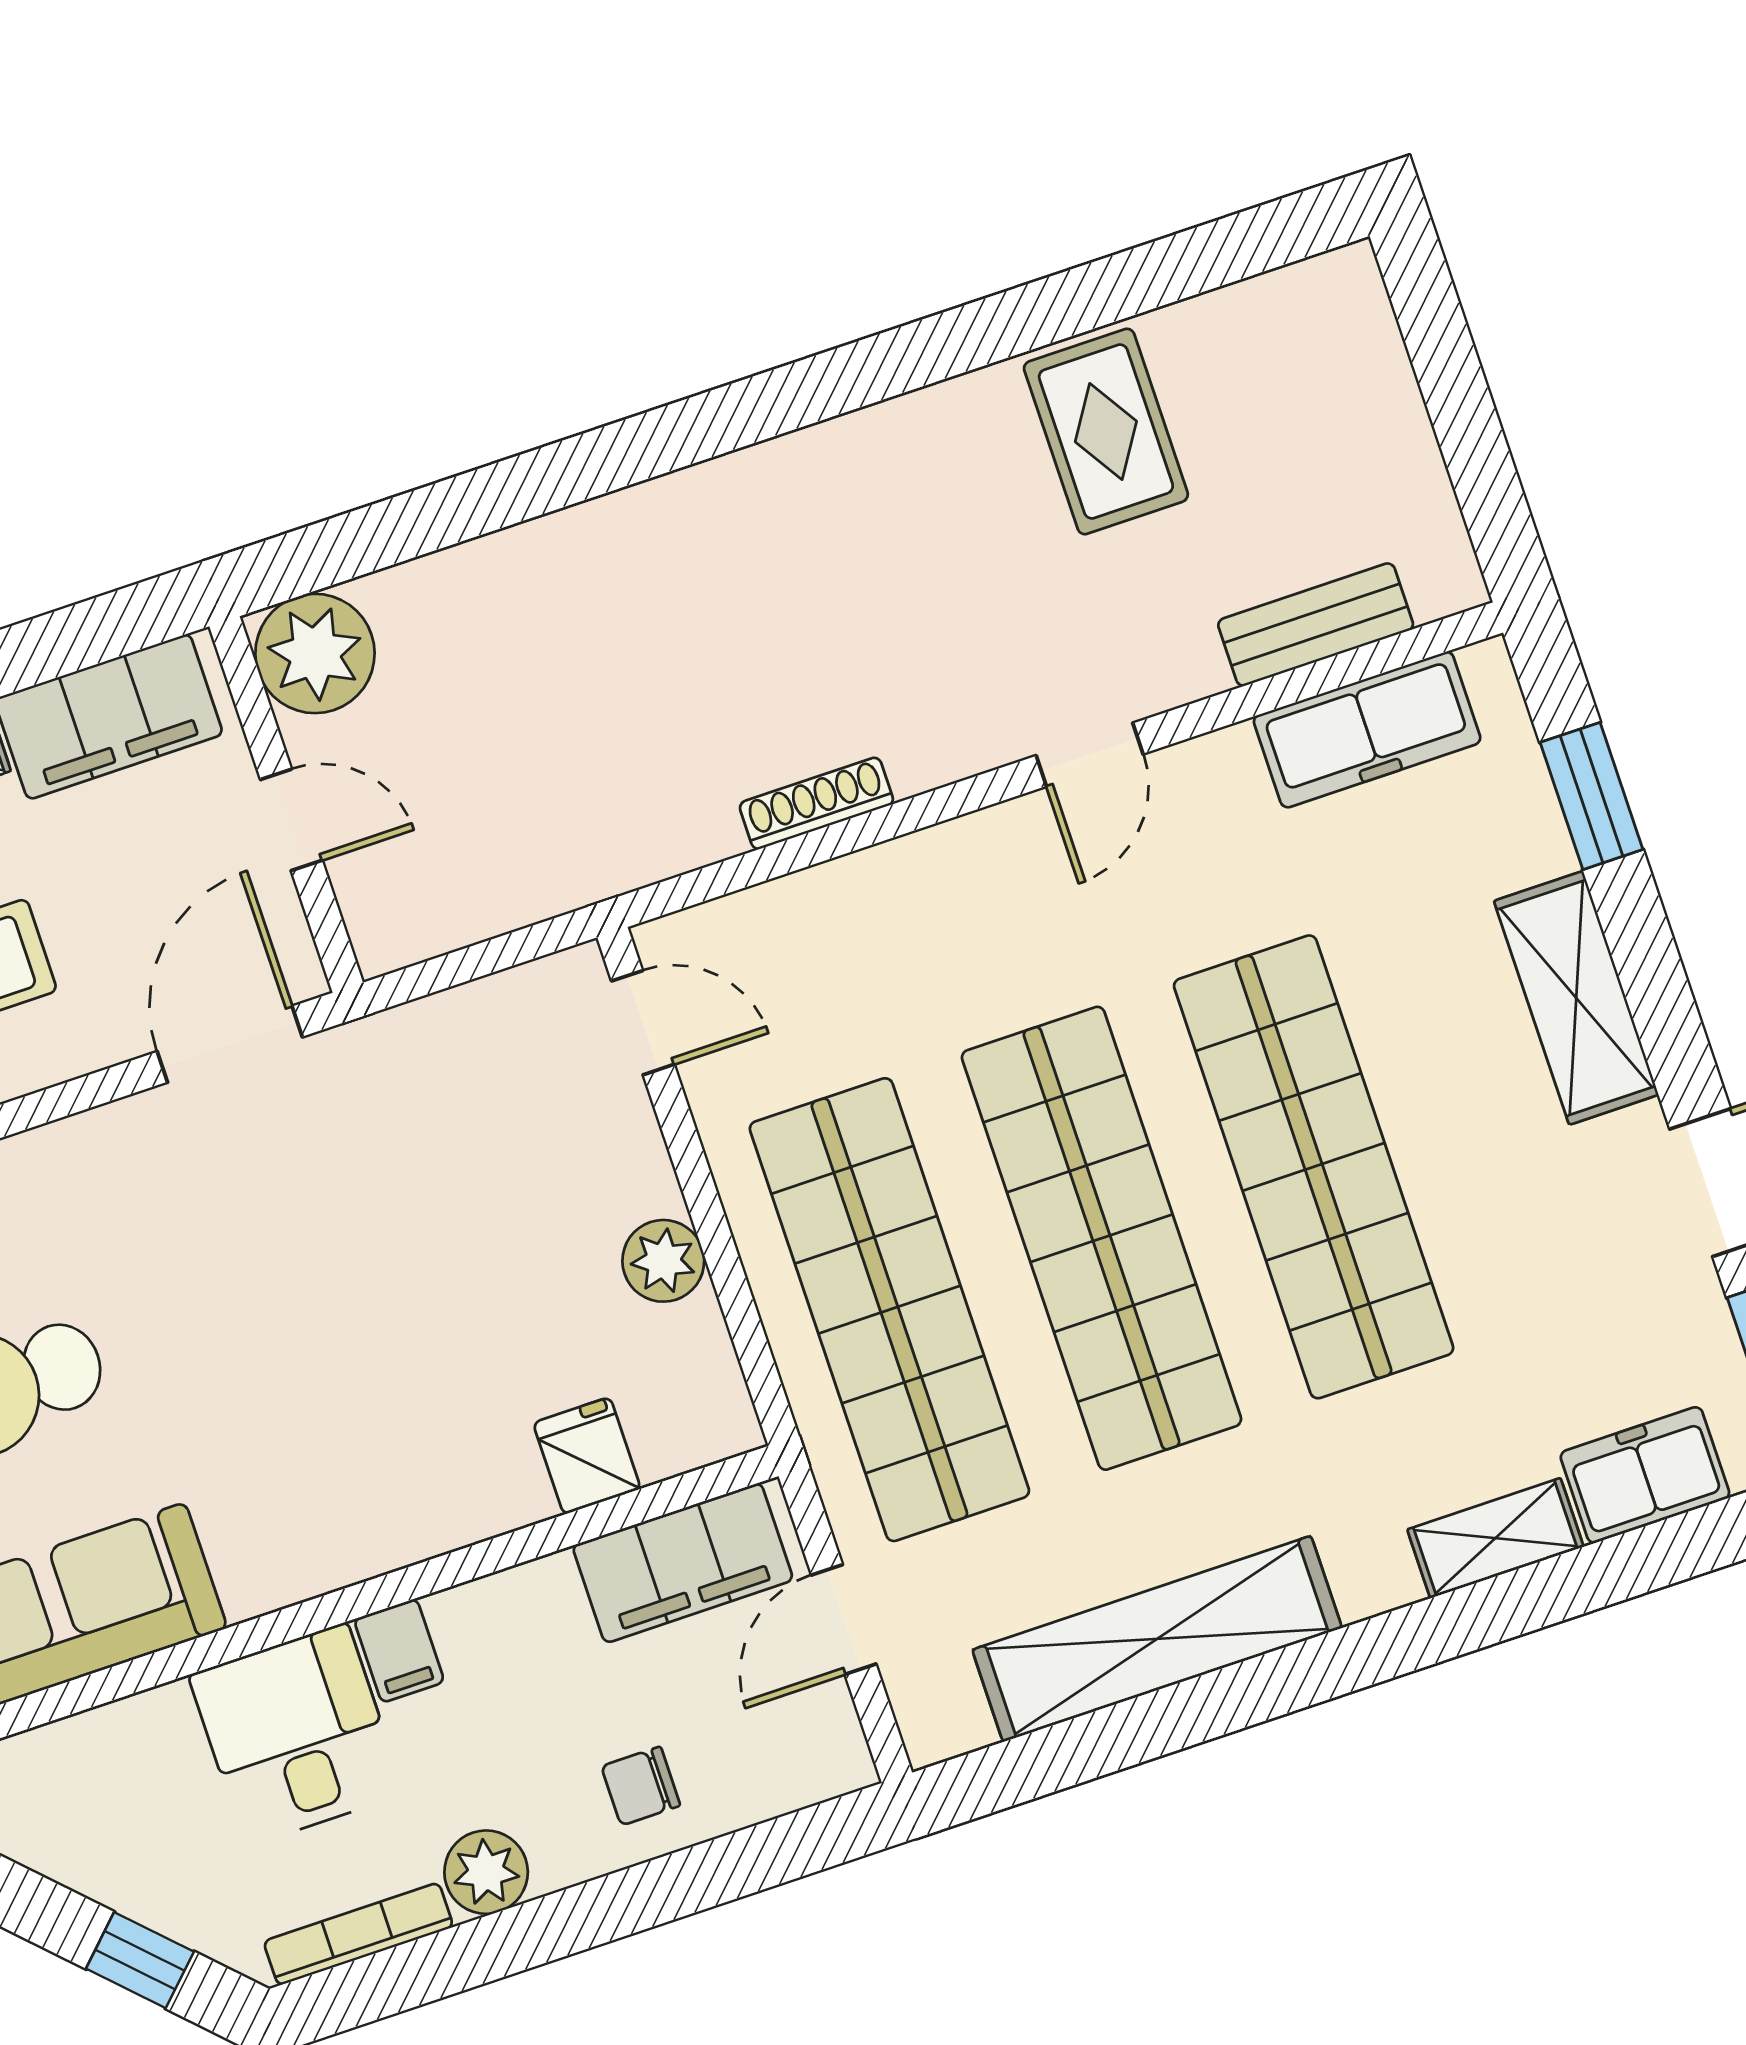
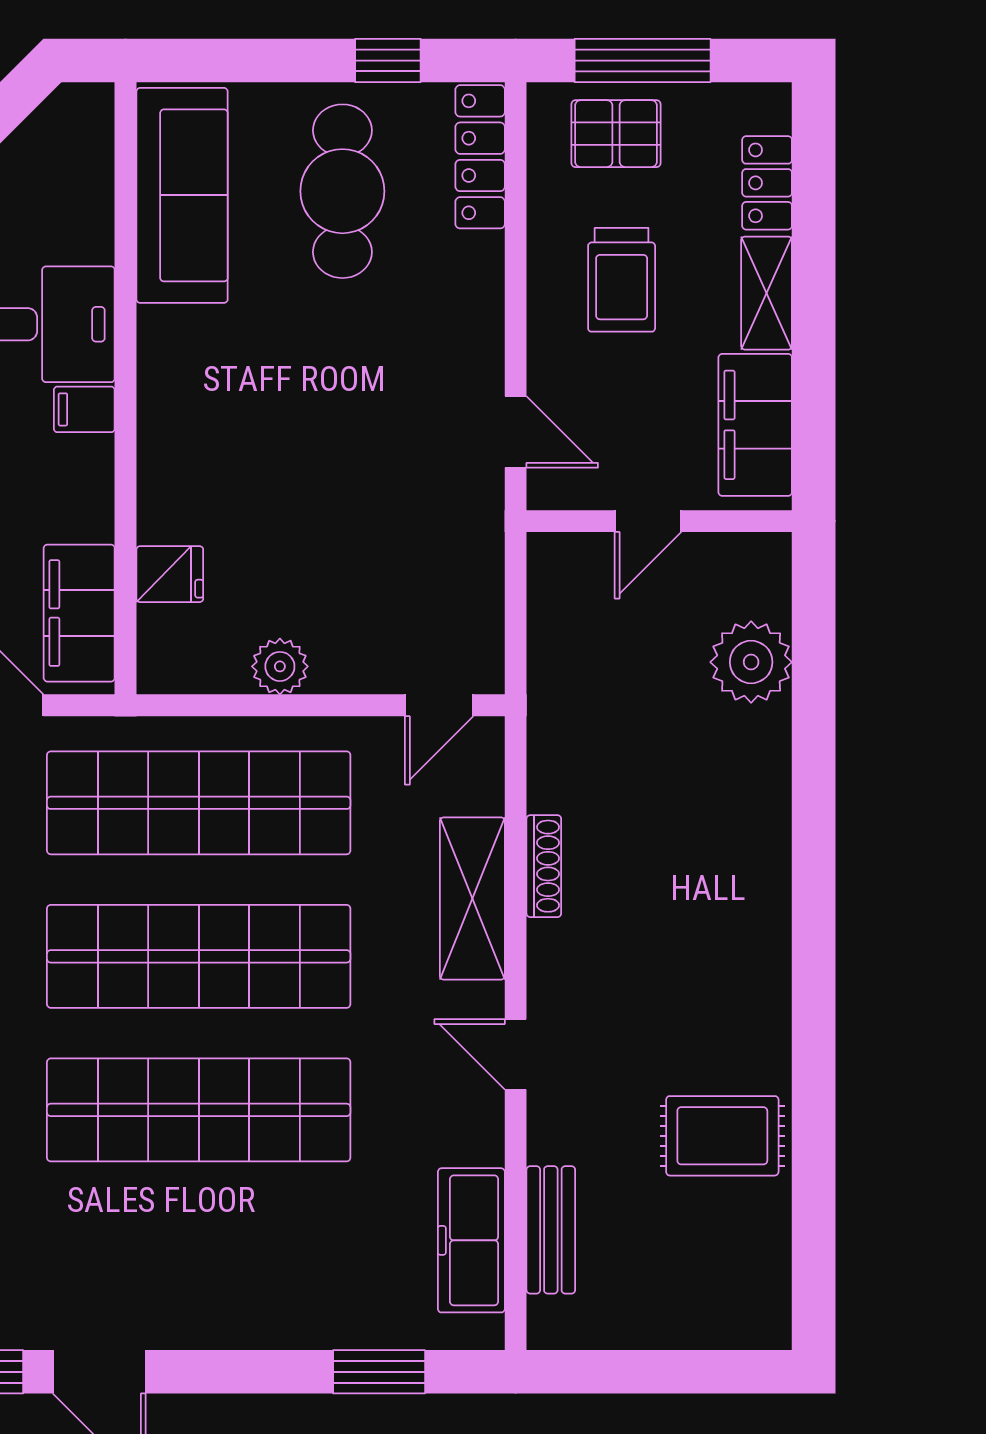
plant: (315, 653) -> (751, 662), moved
shelving: (1576, 998) -> (472, 898), moved, turned 90
door: (230, 1044) -> (516, 432), width x0.73

